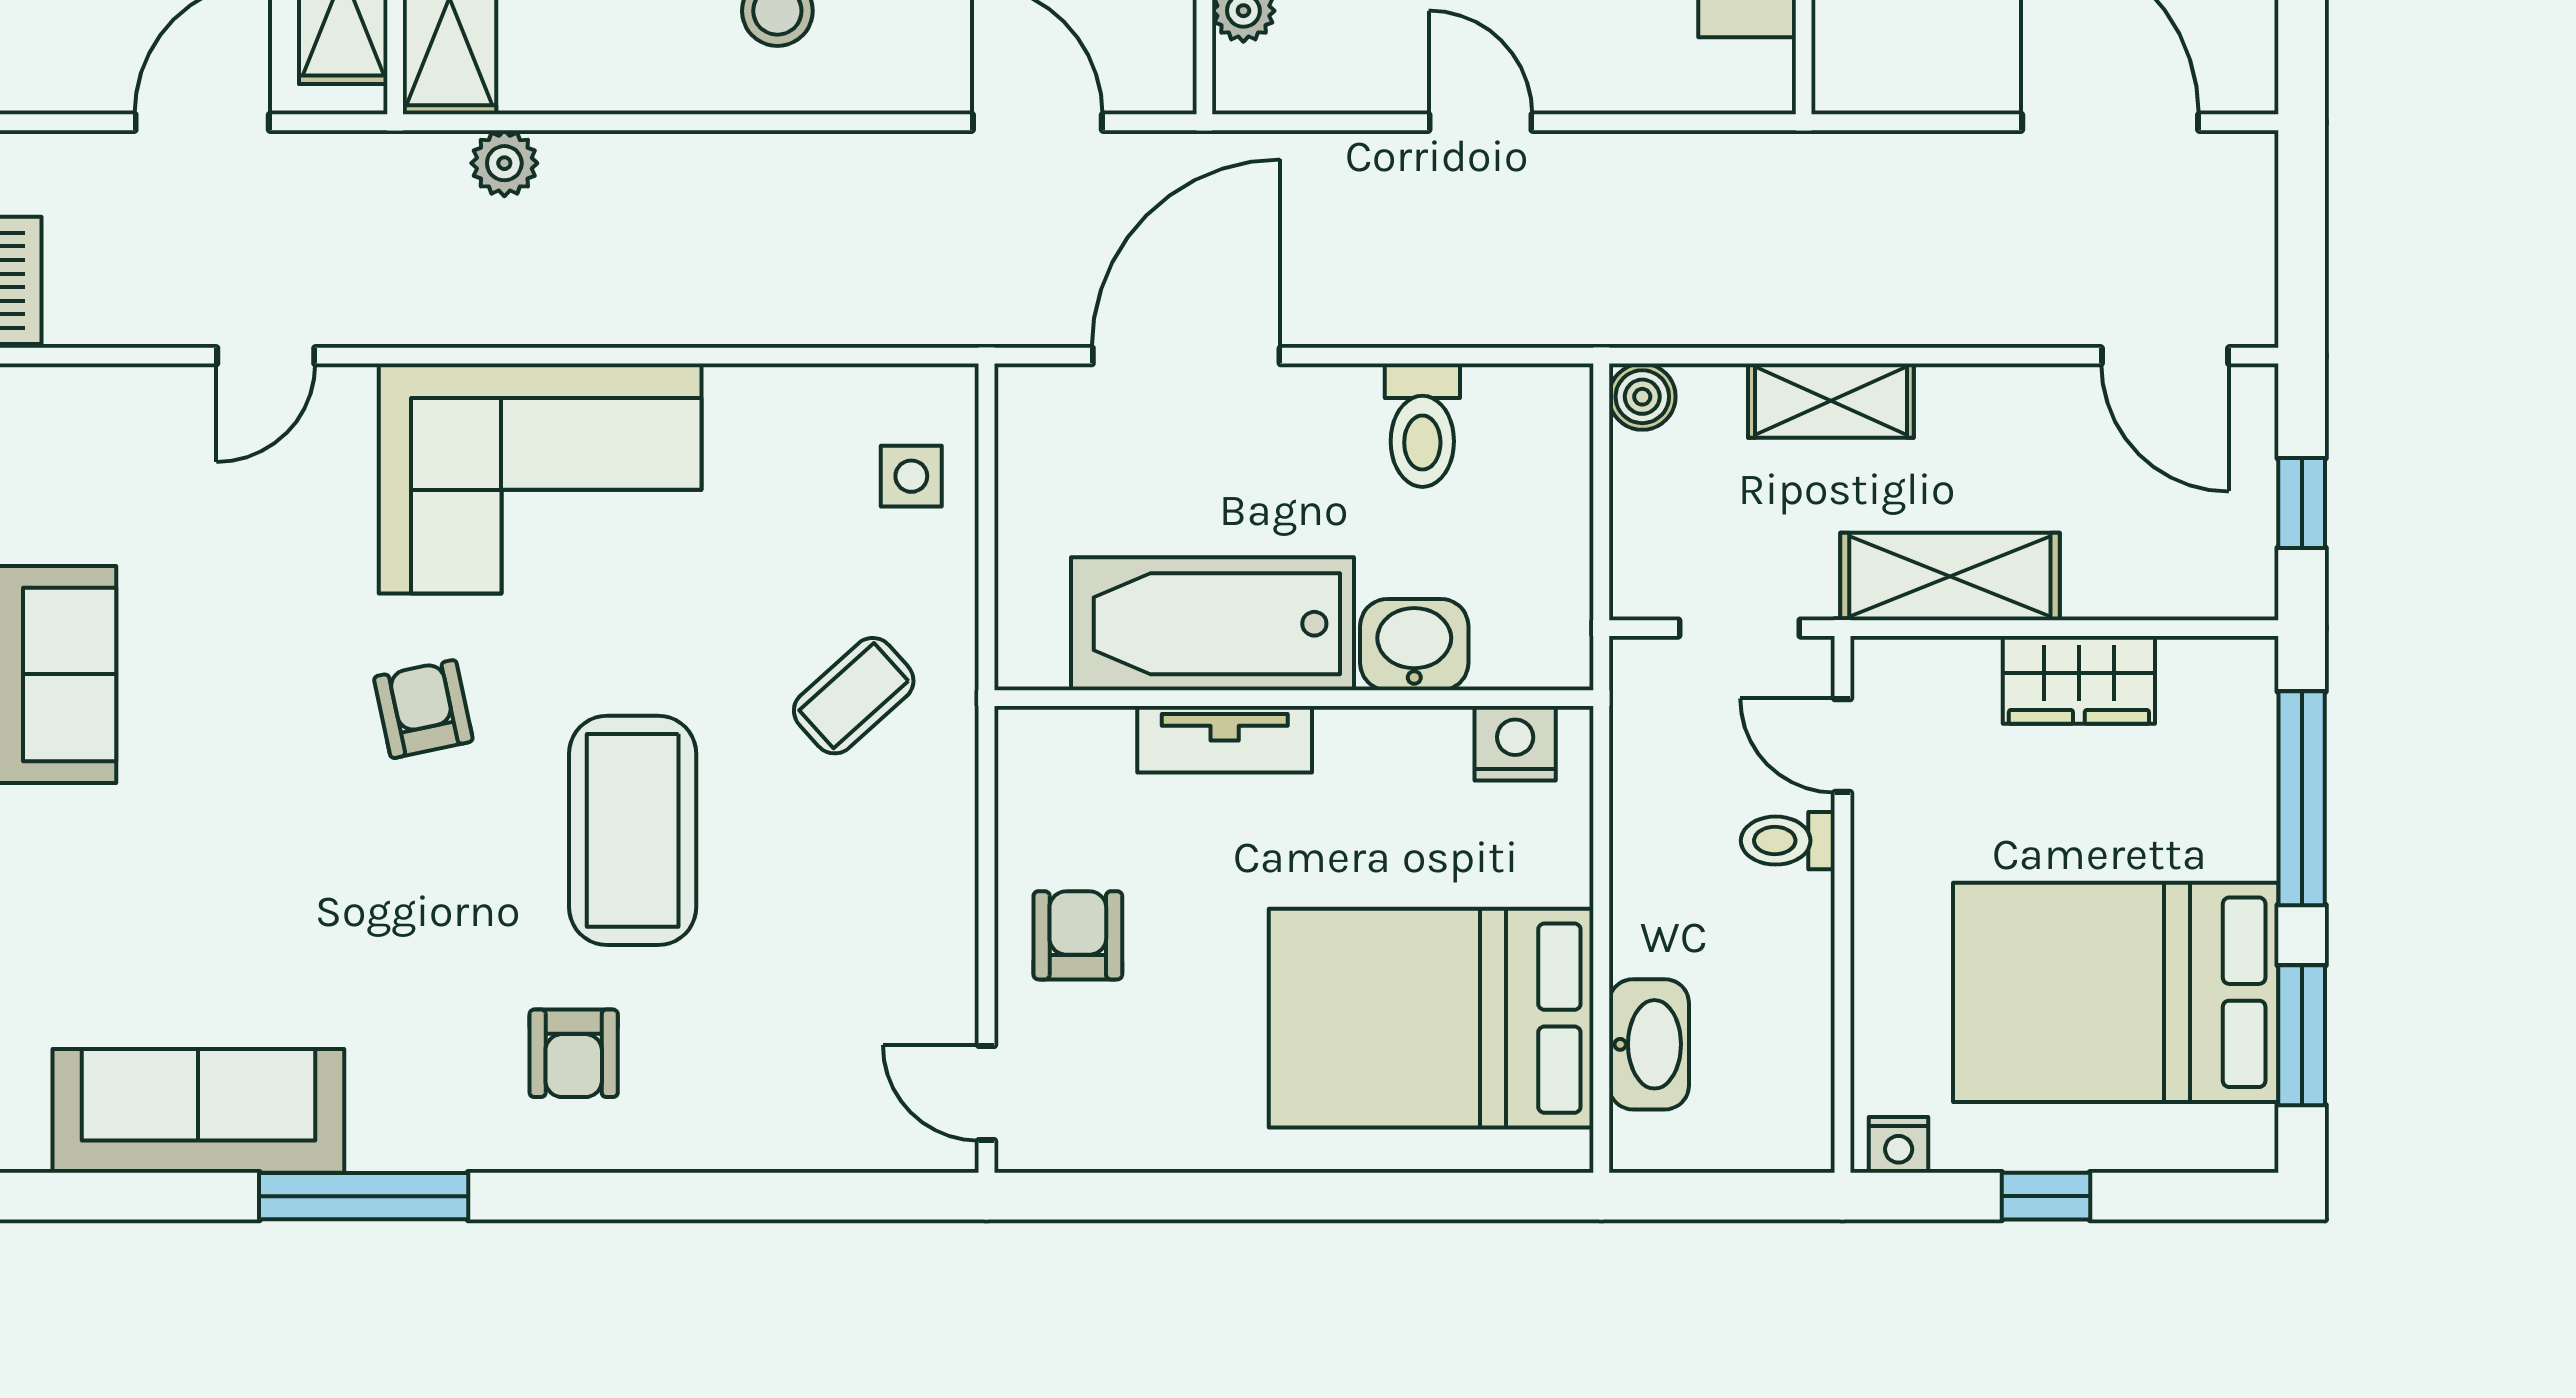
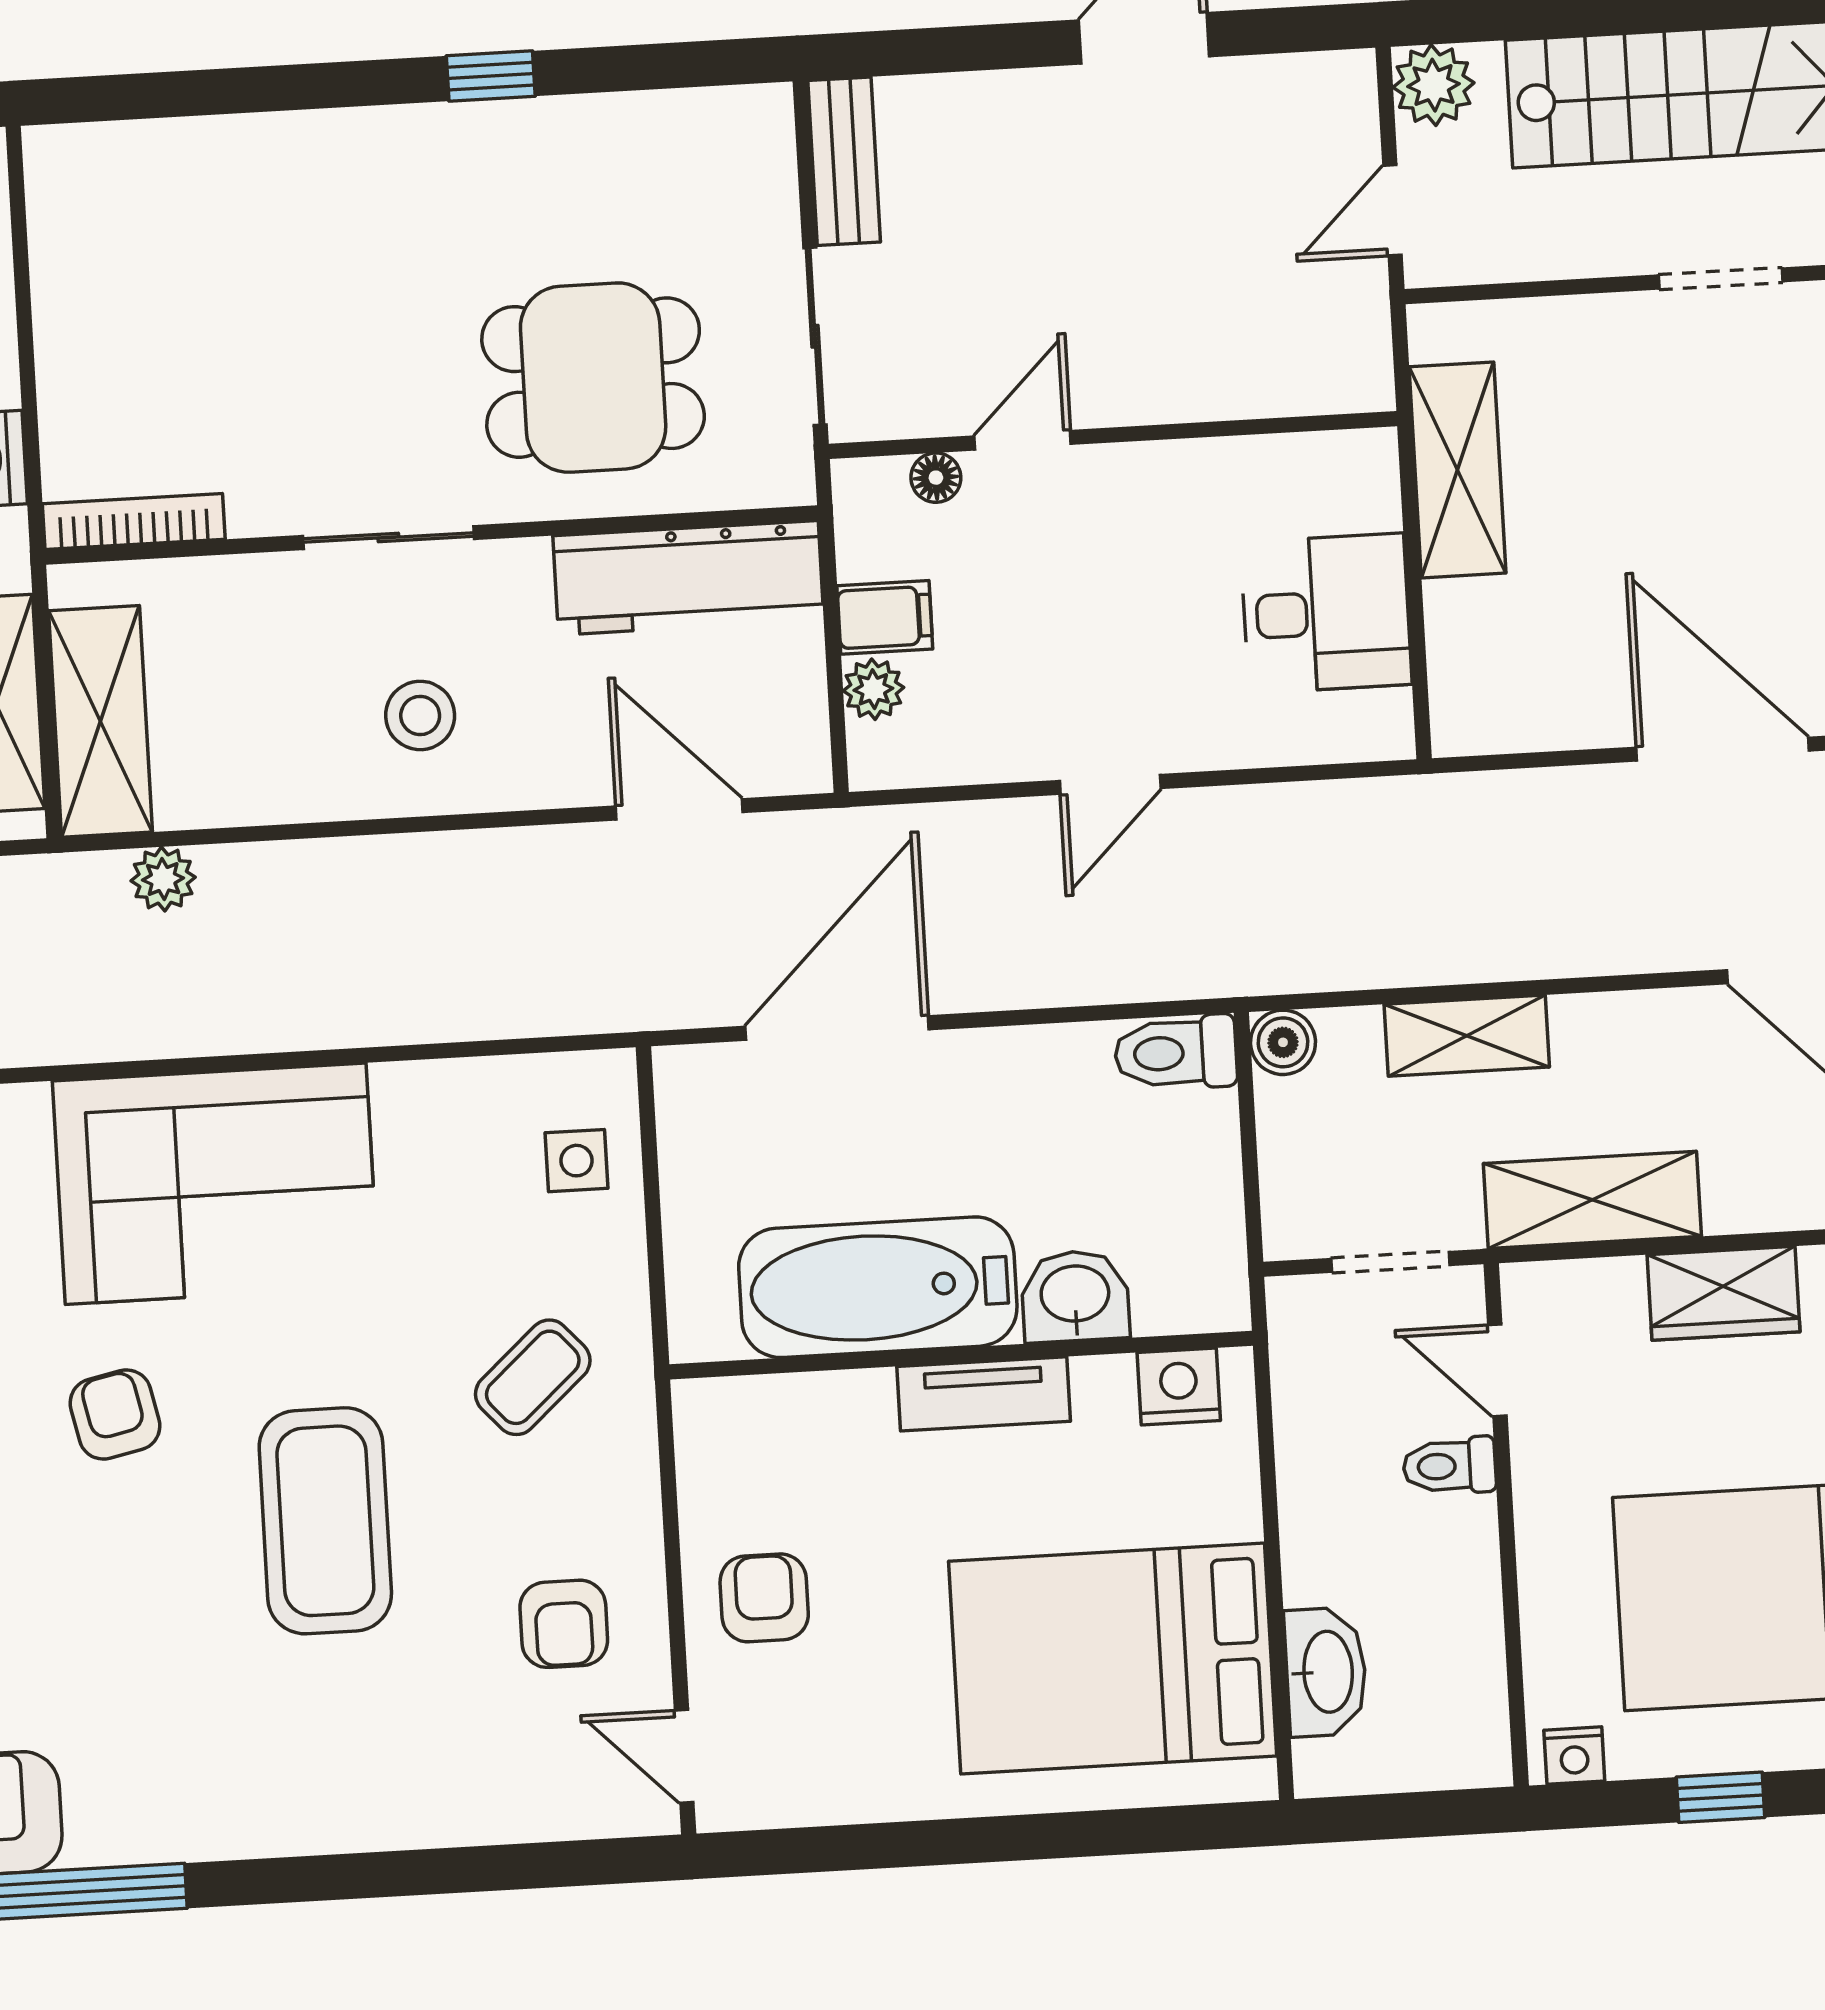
door: (1480, 122) -> (1110, 784), swing flipped
toilet: (1422, 425) -> (1176, 1053), moved, turned 90
tv unit: (1225, 739) -> (984, 1394), moved
armchair: (574, 1053) -> (564, 1624), moved

